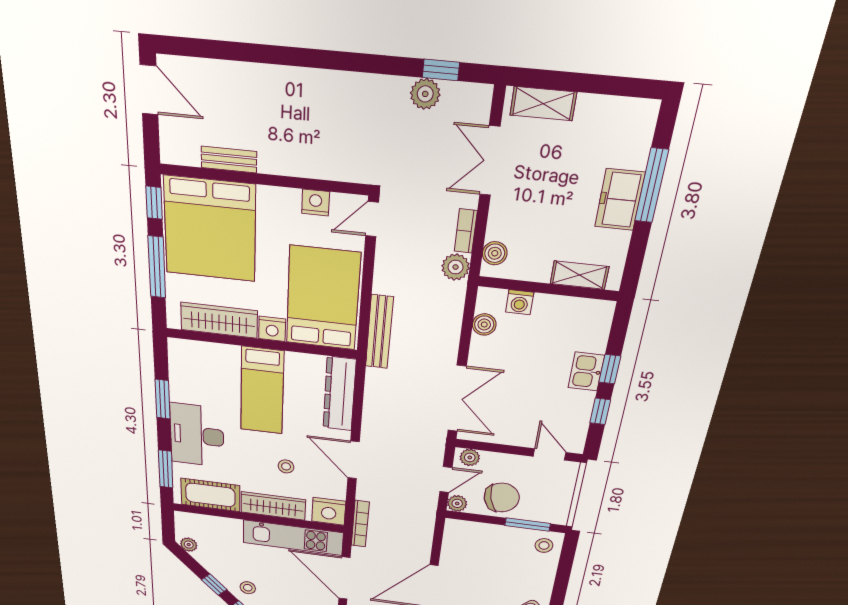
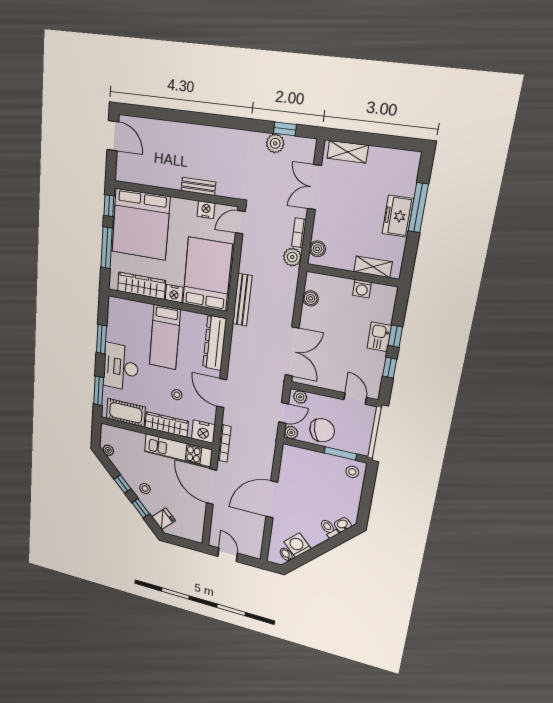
bench: (229, 160) -> (198, 186), moved
washing machine: (520, 302) -> (362, 289), moved

